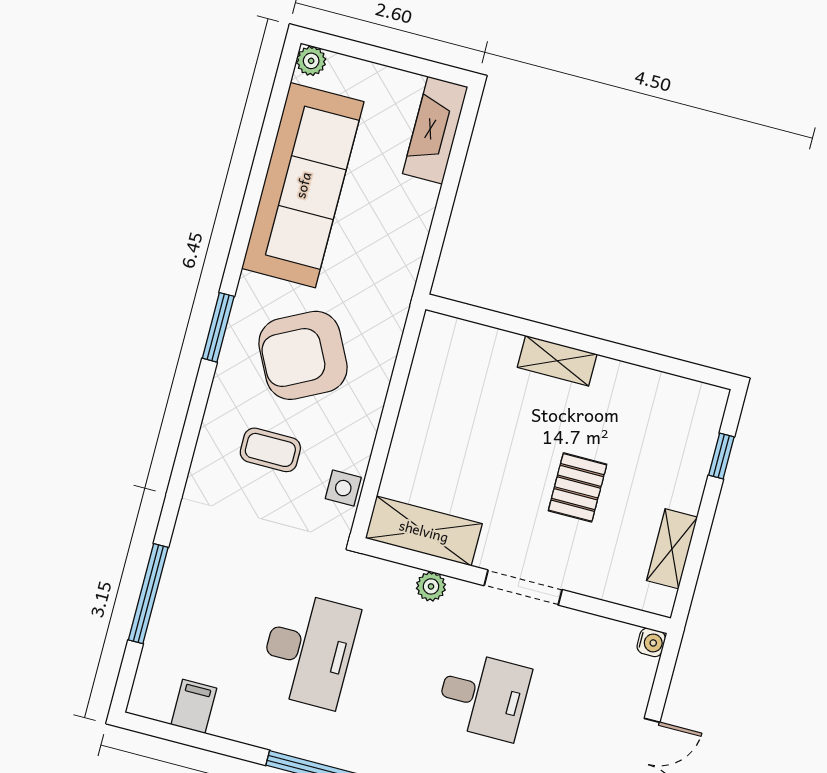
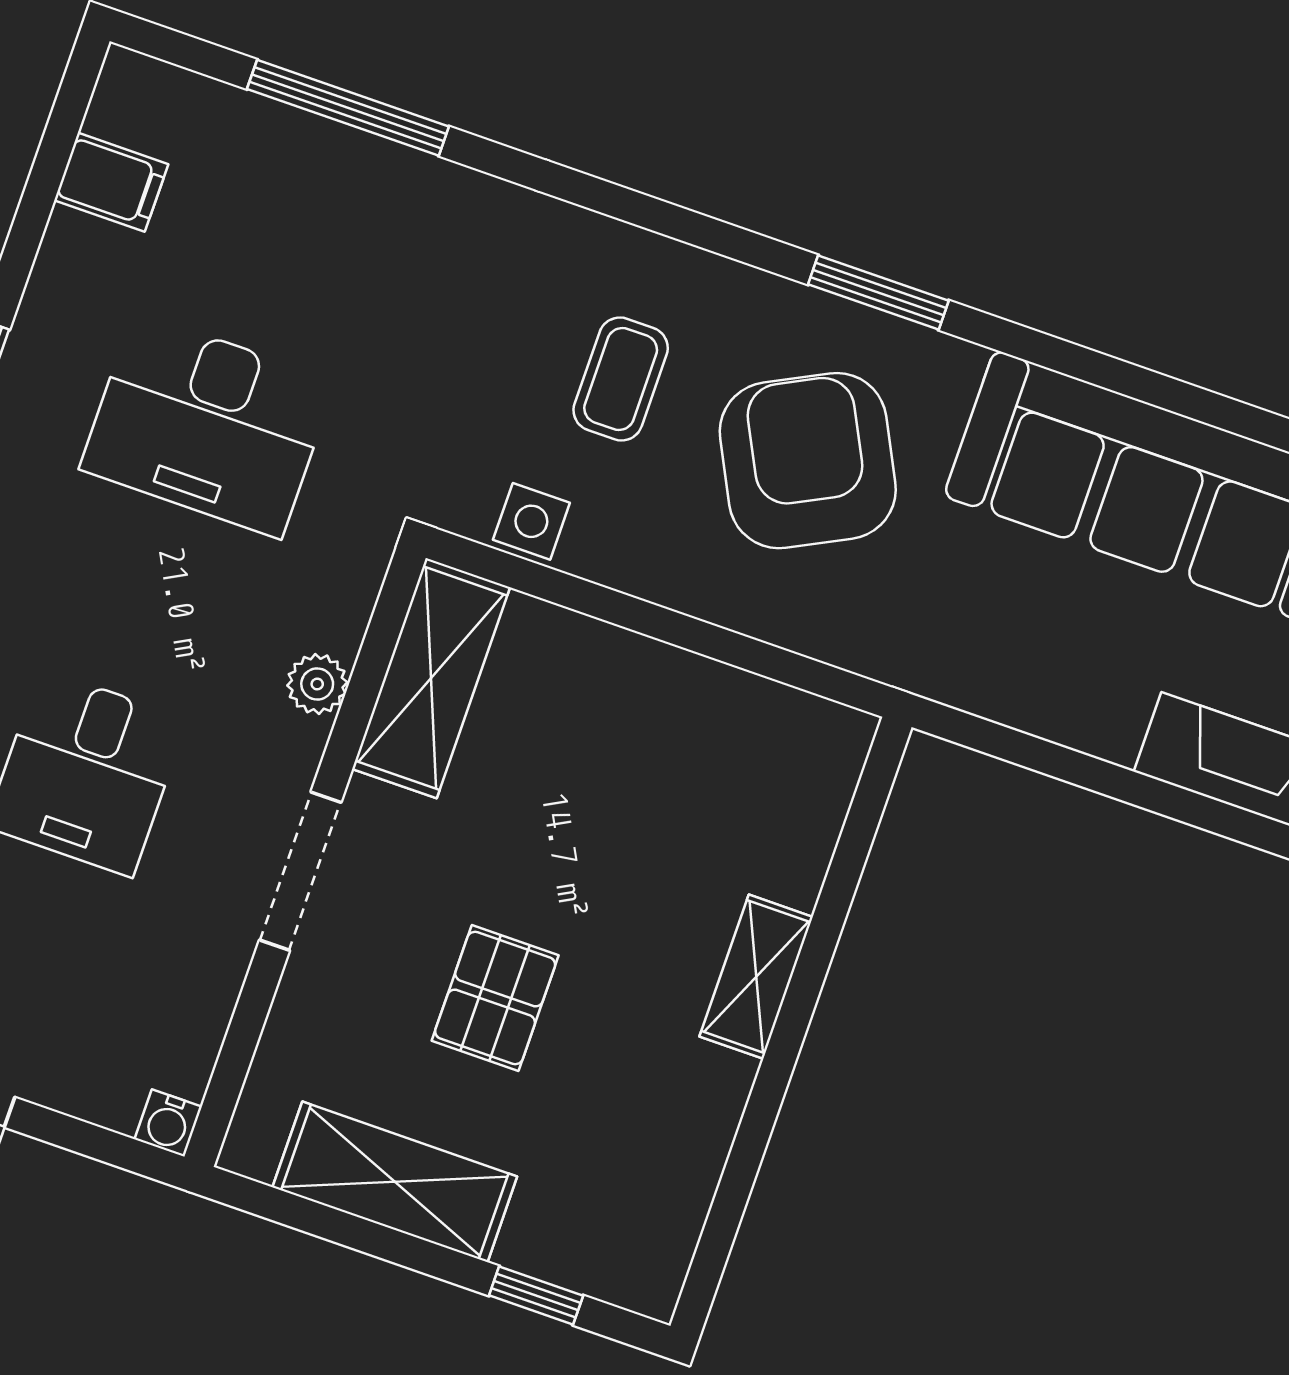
pallet: (578, 487) -> (495, 998), turned 90
shelving: (672, 549) -> (395, 1182), width x1.50, depth x1.33

